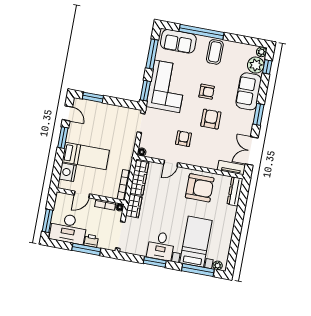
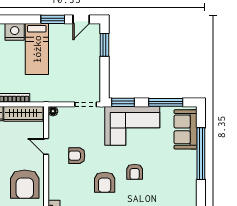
coffee table: (215, 52) -> (181, 173), removed
armchair: (211, 119) -> (105, 182), turned 90
armchair: (184, 139) -> (77, 156), turned 180

